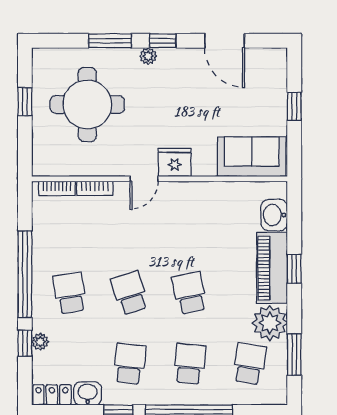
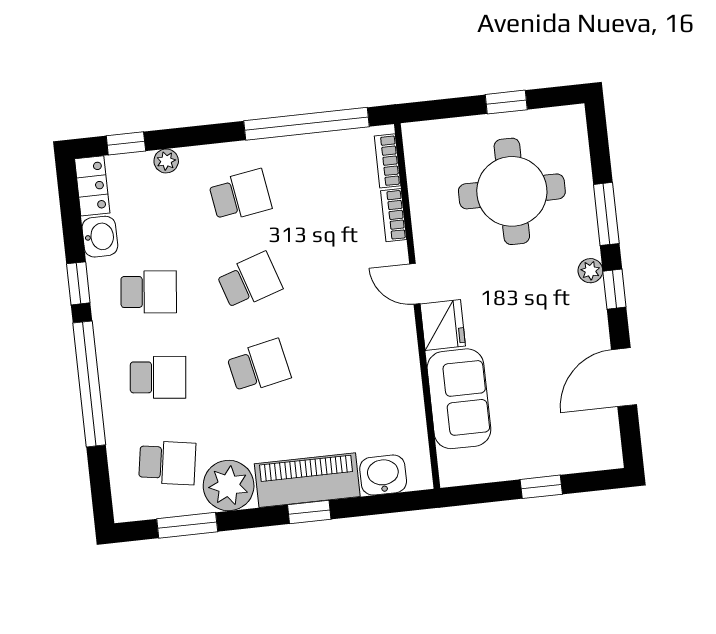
sofa: (252, 157) -> (459, 399), moved
window: (25, 274) -> (306, 124), moved
window: (25, 343) -> (126, 143), moved

